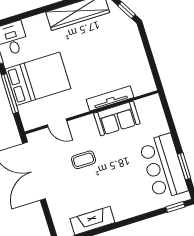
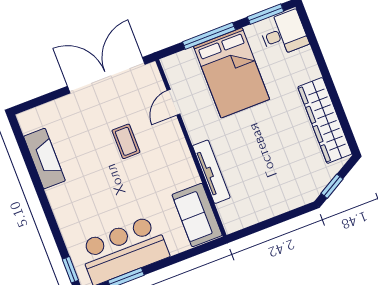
sofa: (117, 118) -> (197, 215), moved

